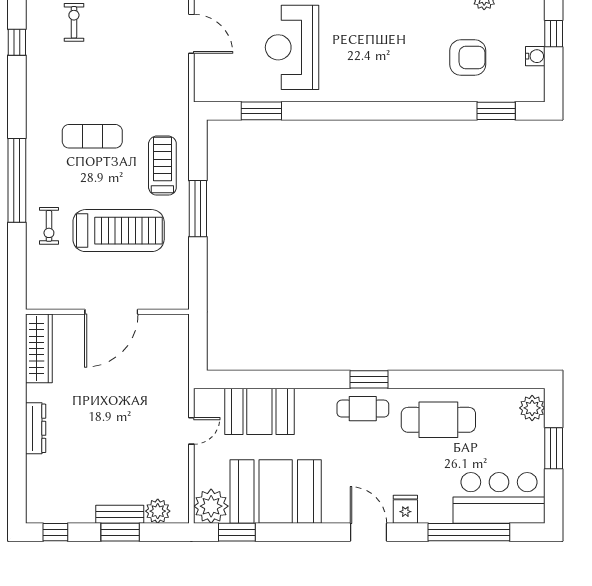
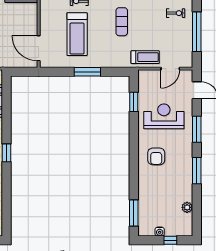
armchair: (468, 58) -> (156, 156), moved
window: (496, 111) -> (134, 213), width x1.44
treadmill: (162, 166) -> (145, 57), moved
door: (111, 312) -> (39, 48), moved

